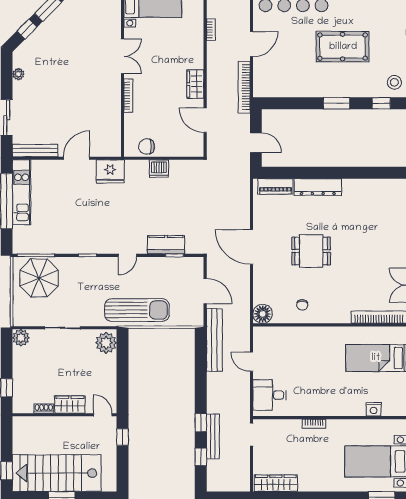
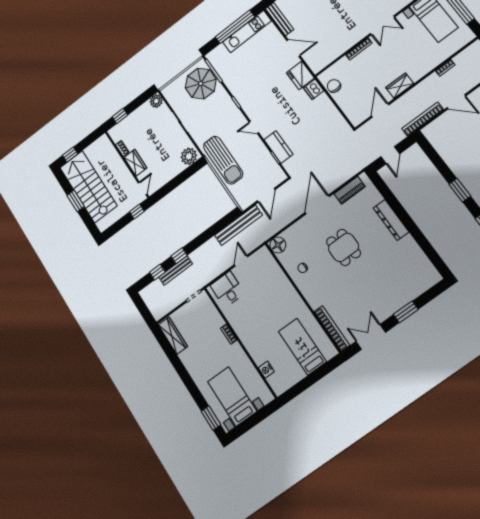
dishwasher: (159, 169) -> (314, 89), moved
piano: (276, 186) -> (350, 190), moved, turned -90

